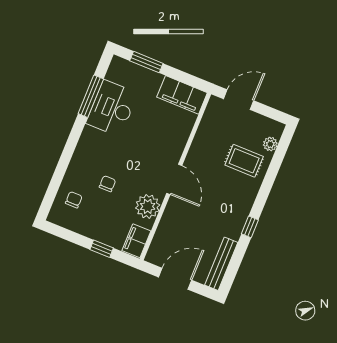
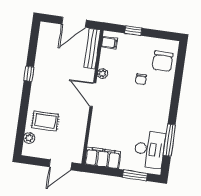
desk: (112, 108) -> (150, 149), moved
chair: (74, 200) -> (163, 61), width x1.87, depth x1.87
plant: (148, 206) -> (102, 74), width x0.53, depth x0.53
filing cabinet: (136, 241) -> (109, 43), width x0.50
bench: (221, 264) -> (92, 49), moved

